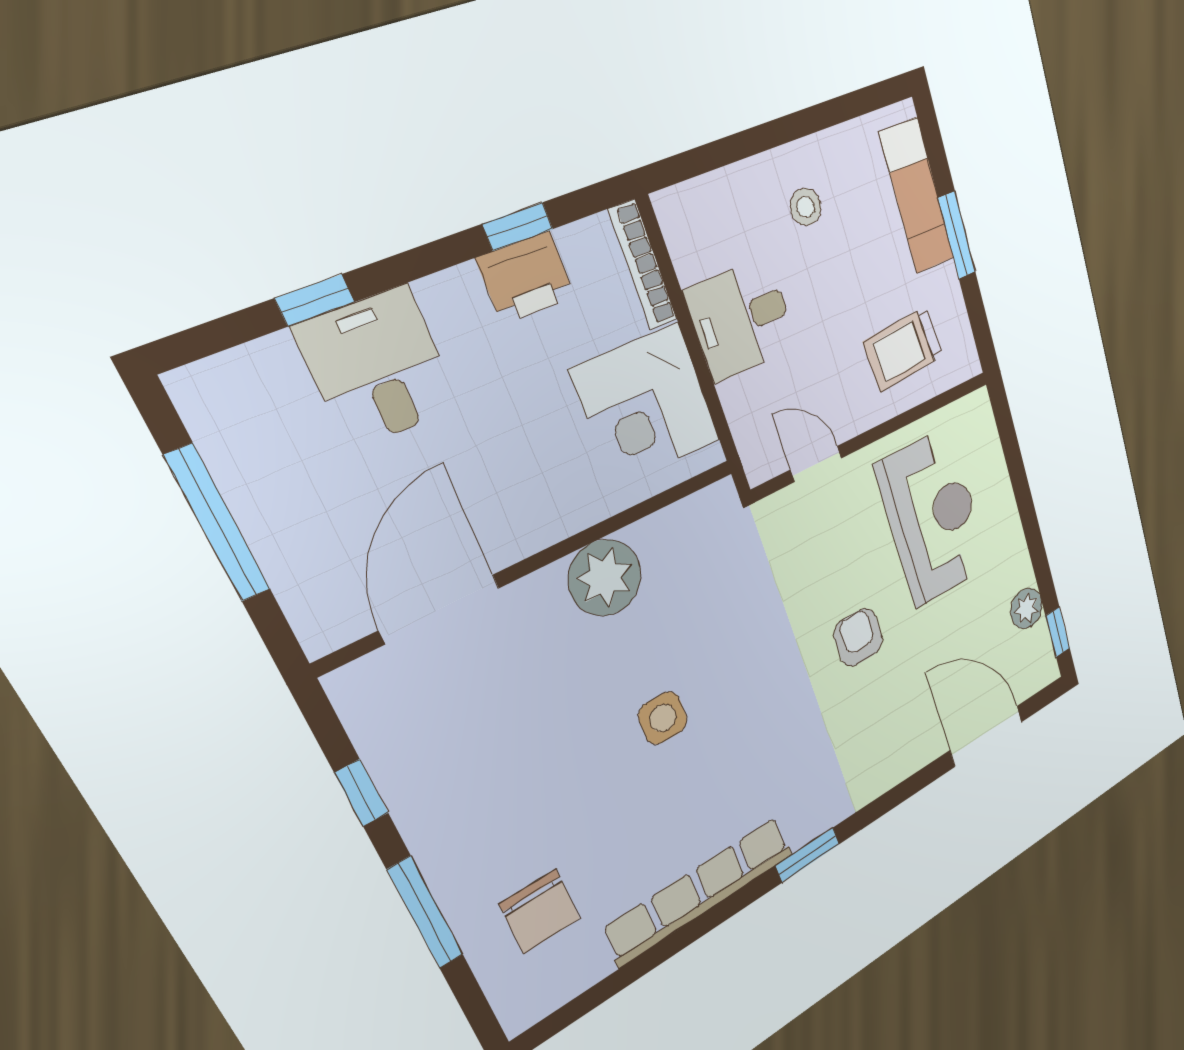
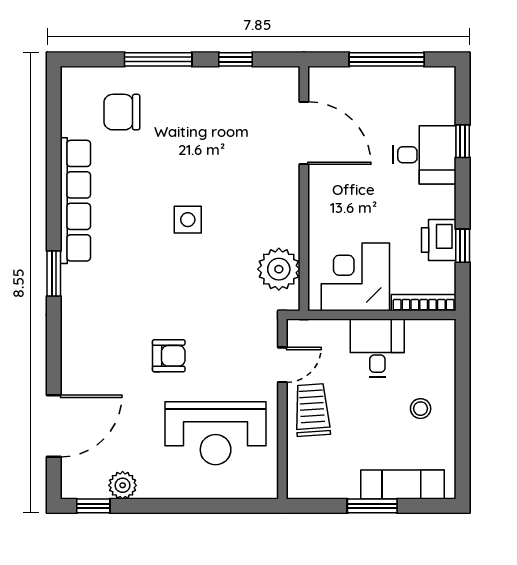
trolley: (903, 349) -> (312, 410), moved
plant: (605, 578) -> (279, 269), moved

